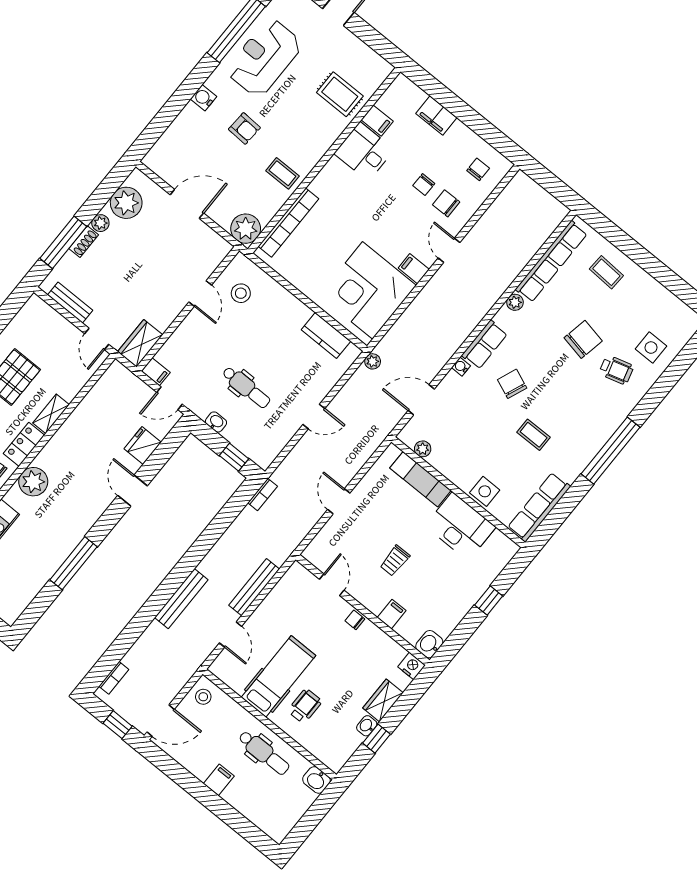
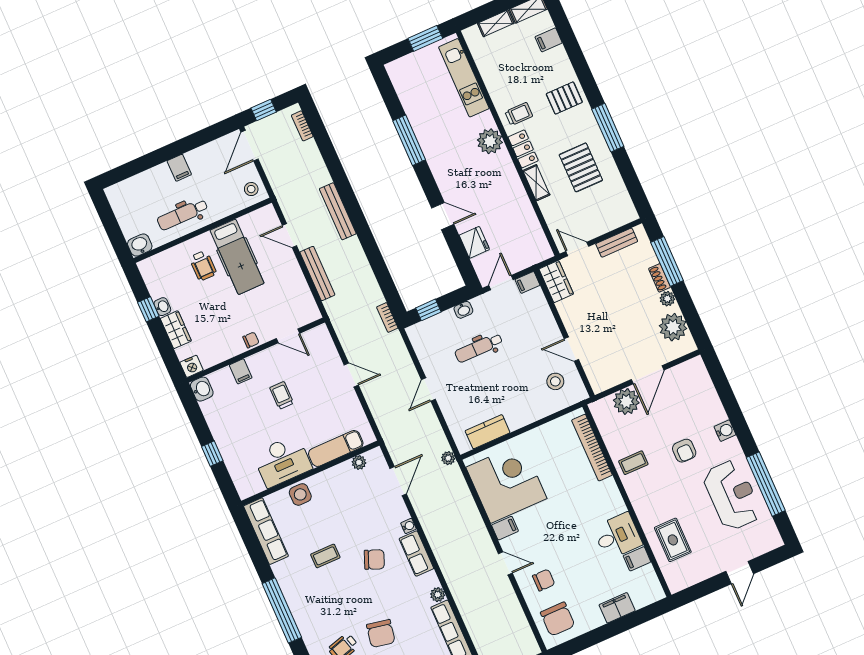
rug: (340, 94) -> (673, 540), turned 90
armchair: (244, 128) -> (684, 451), turned -93
chair: (478, 169) -> (558, 619), width x1.87, depth x1.87
chair: (424, 185) -> (568, 570), removed
plant: (246, 229) -> (626, 402), moved

